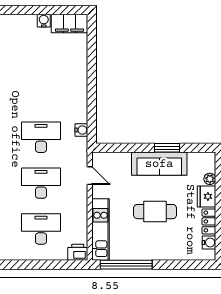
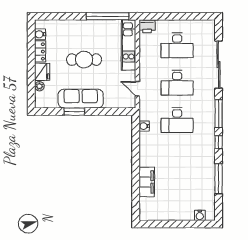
water cooler: (44, 21) -> (200, 215), moved
filing cabinet: (69, 24) -> (147, 182), moved, turned 90

